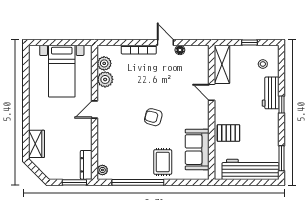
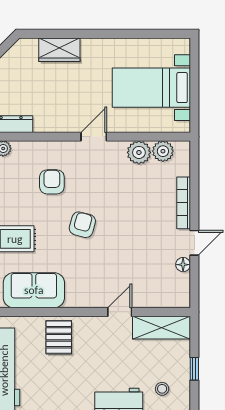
door: (95, 110) -> (94, 137), hinge flipped
armchair: (125, 138) -> (52, 182), added
wardrobe: (37, 144) -> (59, 50), moved

